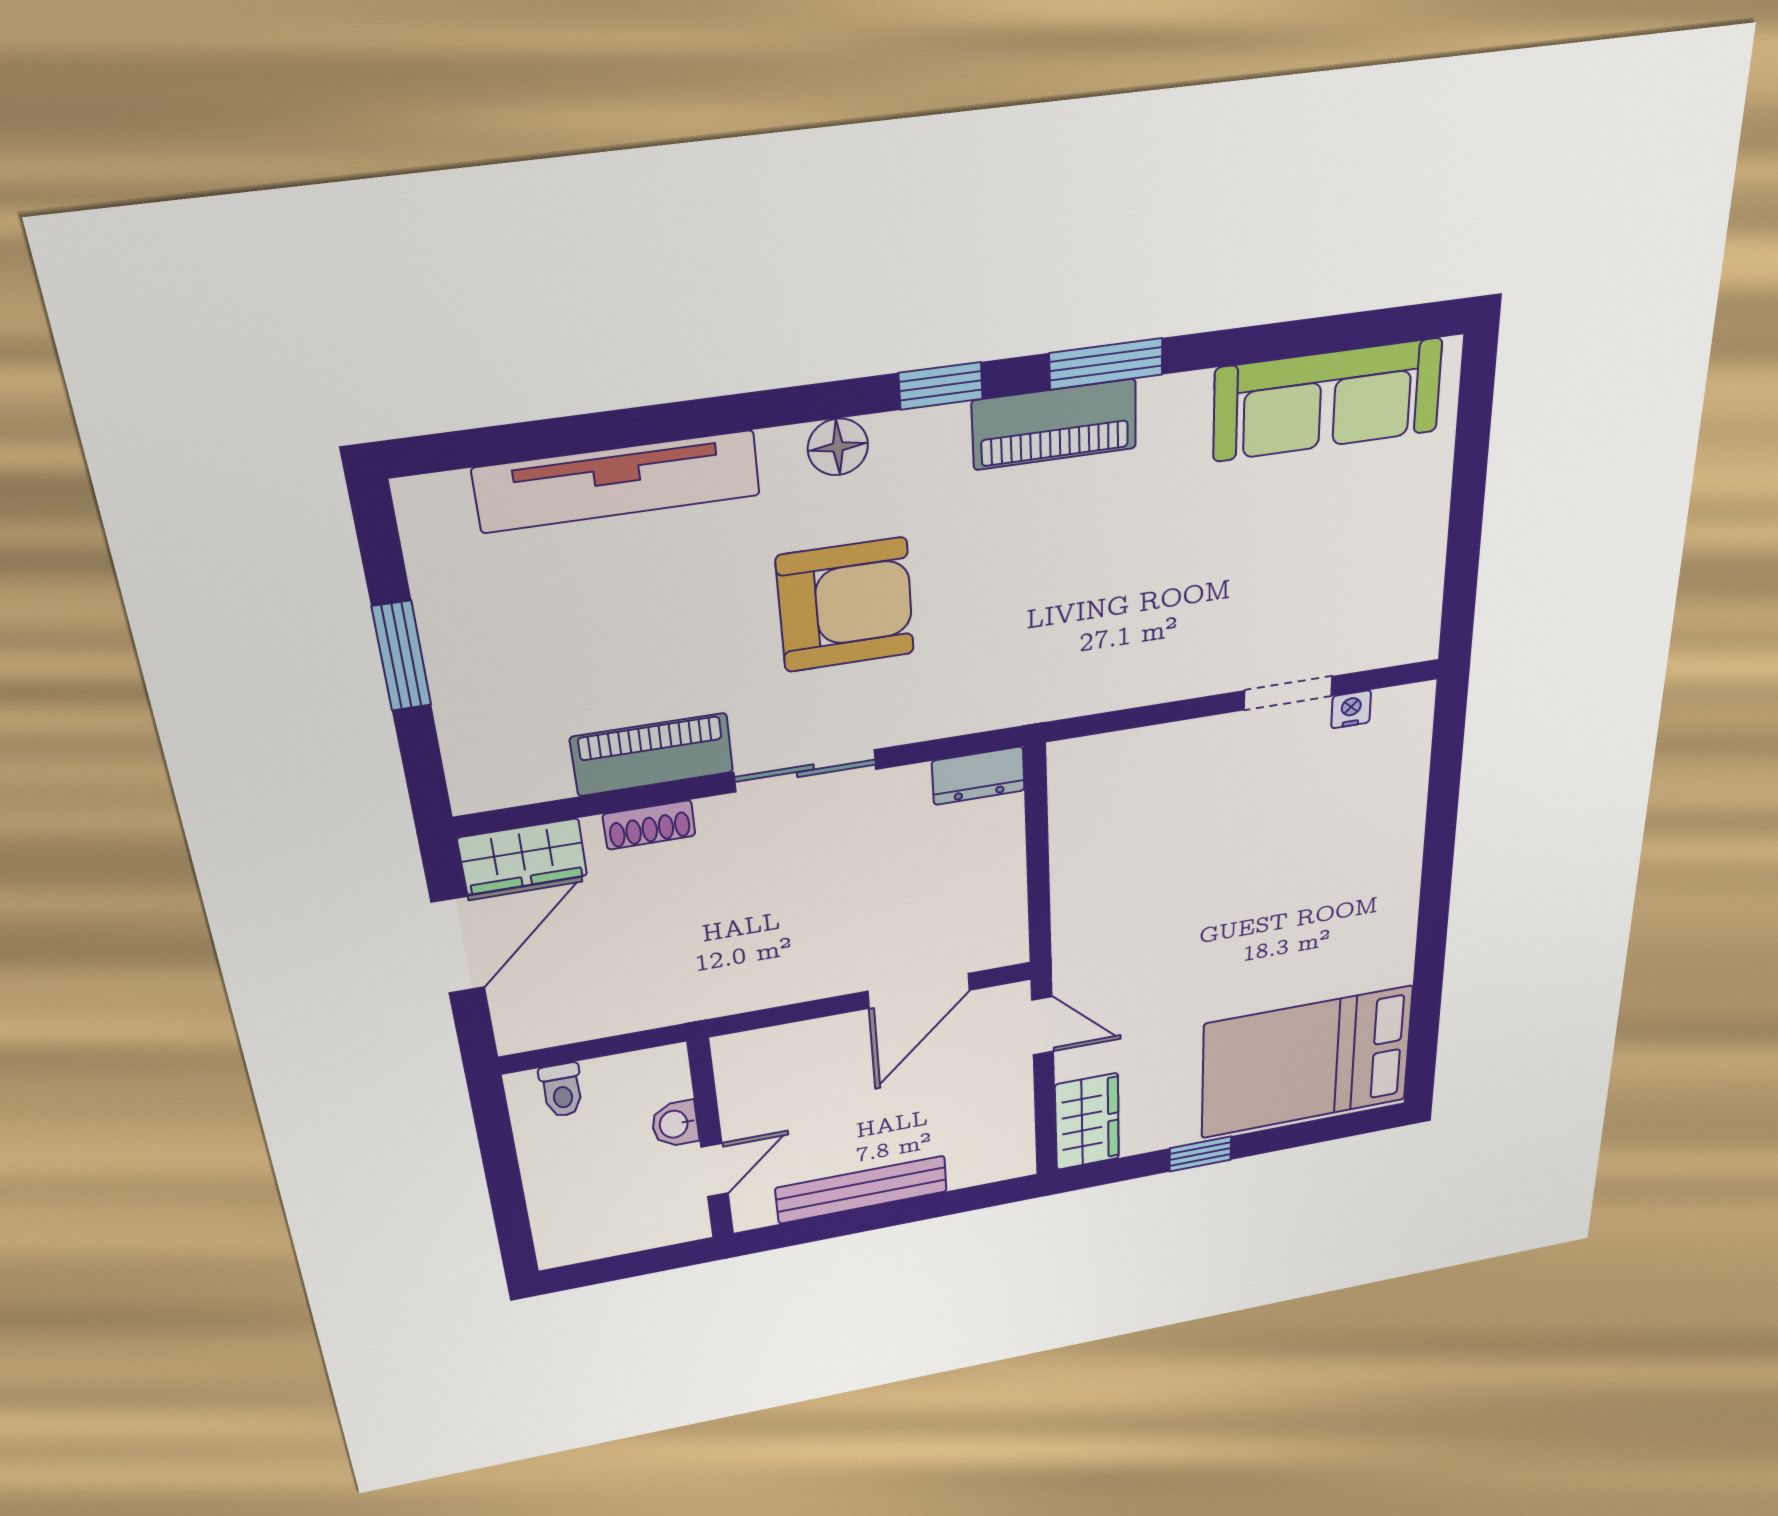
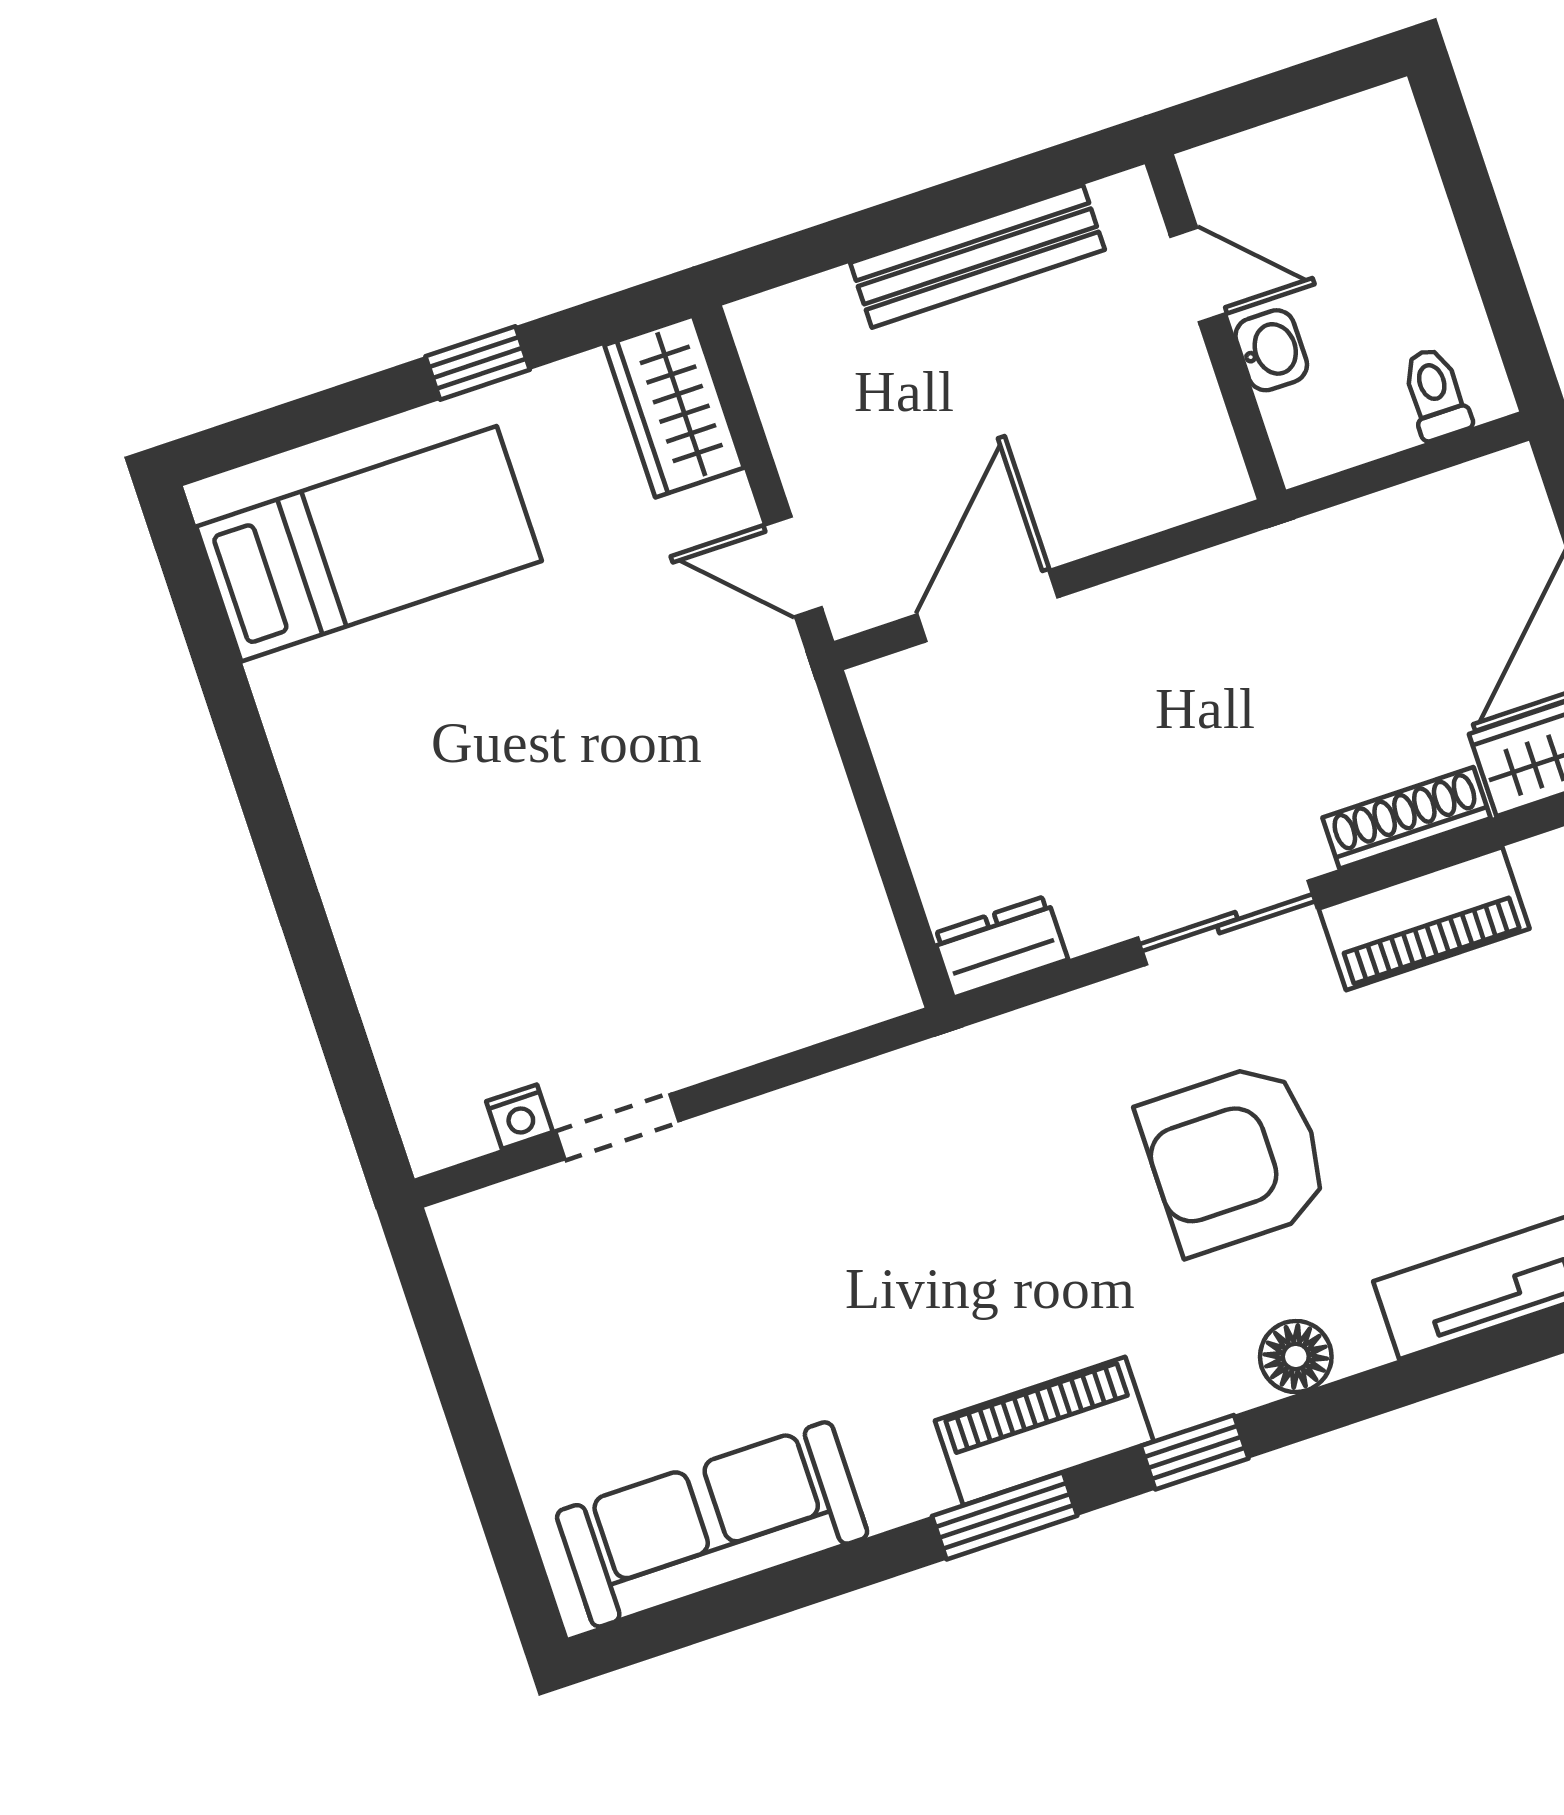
shoe rack: (649, 825) -> (1407, 818), width x1.43
bed: (1306, 1062) -> (369, 544), width x0.67
door: (715, 1170) -> (1198, 275), swing flipped

